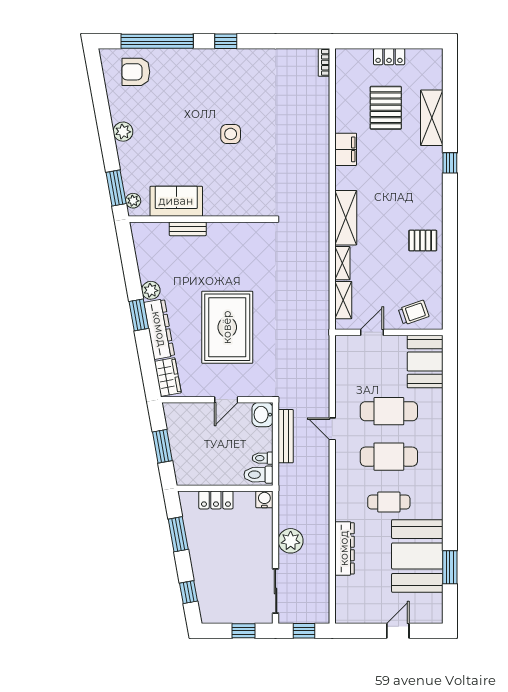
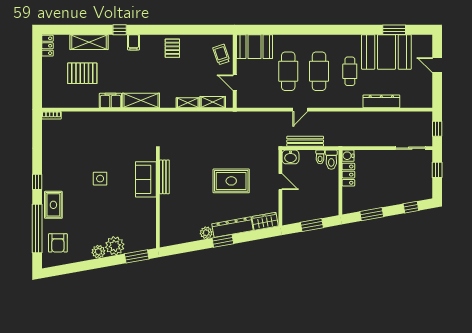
locker: (389, 57) -> (48, 46), moved
rug: (192, 65) -> (53, 205), added
filing cabinet: (431, 183) -> (133, 42), added
plant: (133, 201) -> (115, 246), moved, width x1.88, depth x1.88
sofa: (176, 201) -> (146, 179), moved
shelving: (346, 218) -> (141, 100), moved
bench: (188, 229) -> (164, 177), moved, width x1.36
rug: (227, 327) -> (231, 181), width x0.73, depth x0.69
locker: (216, 500) -> (348, 175), moved
plant: (291, 541) -> (376, 138), removed

